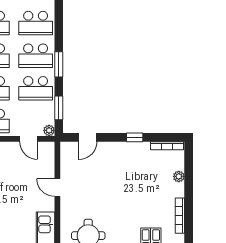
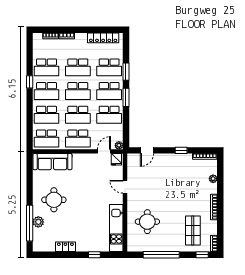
window: (59, 108) -> (126, 72), moved
door: (29, 139) -> (104, 151), swing flipped
fridge: (45, 150) -> (116, 159), added

